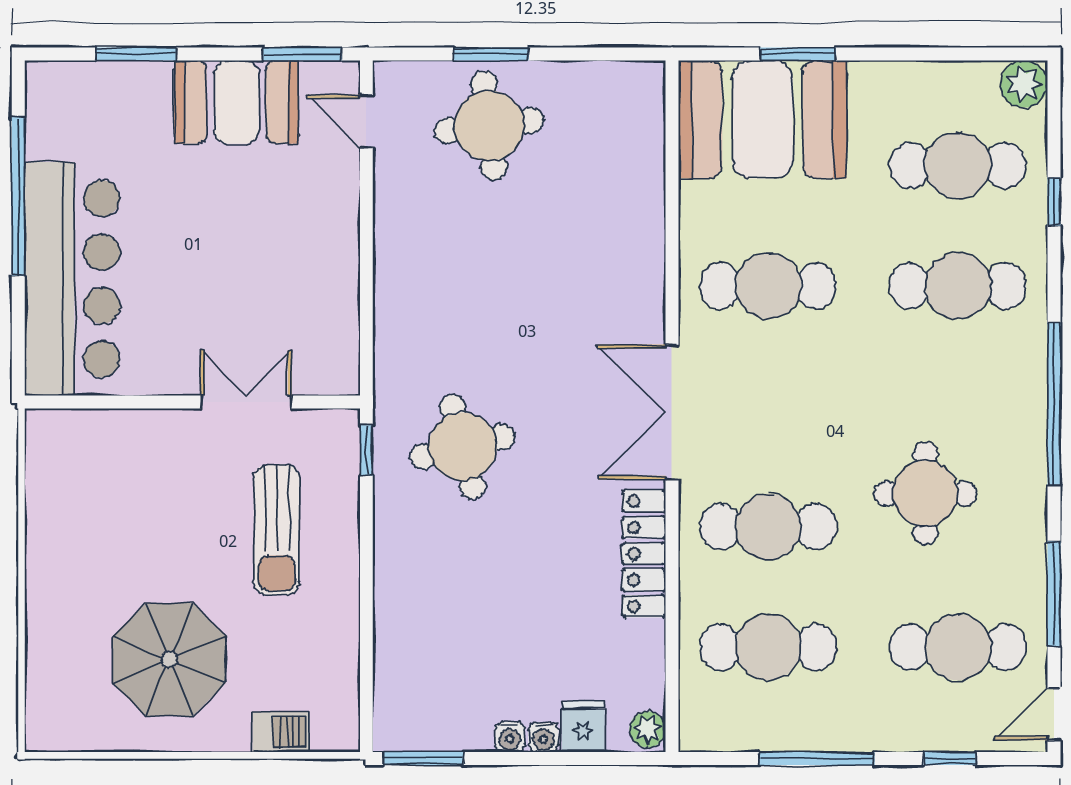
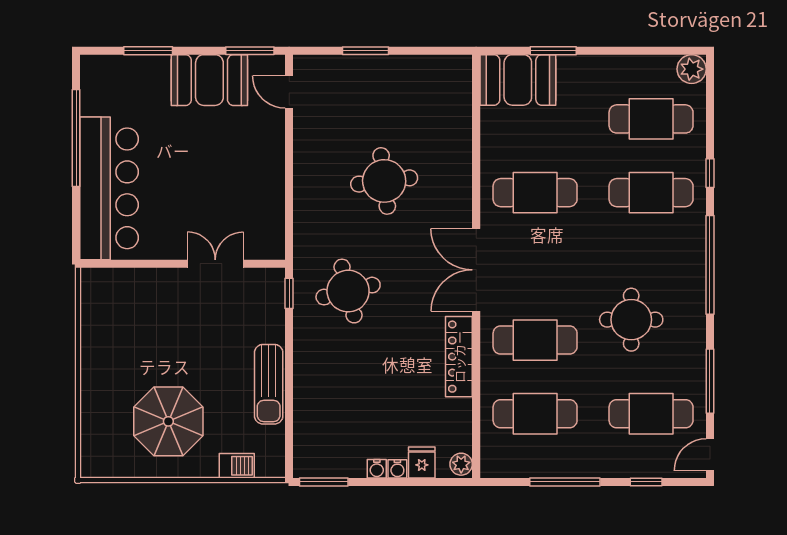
booth: (762, 119) -> (518, 80), width x0.73, depth x0.70
round table: (489, 126) -> (384, 181), moved
window: (1054, 202) -> (710, 173), moved
sun lounger: (277, 530) -> (269, 384), moved

